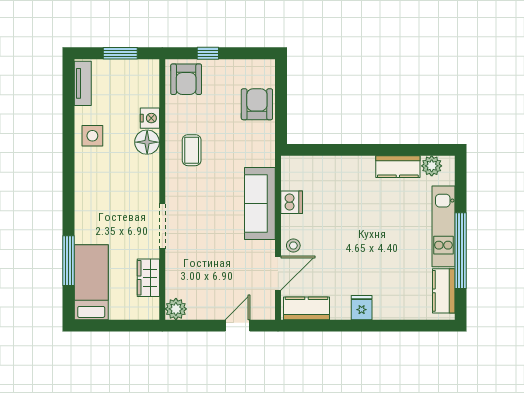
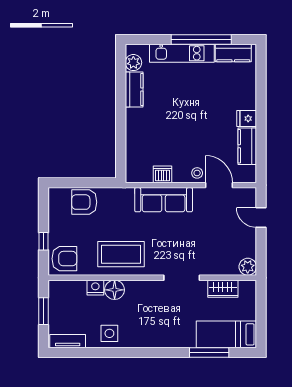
coffee table: (192, 150) -> (121, 254), width x1.86, depth x1.72
kitchen counter: (307, 308) -> (247, 146), moved

